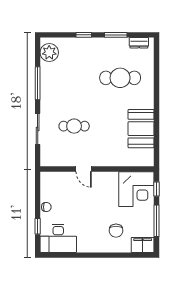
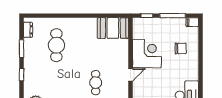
booth: (141, 129) -> (113, 28), moved
corner desk: (136, 189) -> (147, 54), moved
filing cabinet: (143, 245) -> (192, 22), width x0.50

